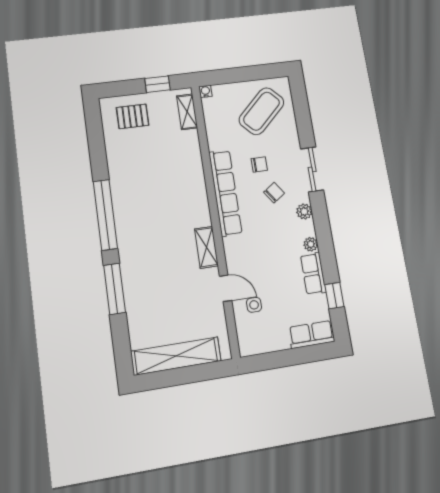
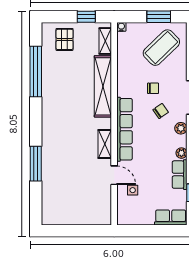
window: (252, 73) -> (159, 17), added
pallet: (133, 116) -> (65, 39), turned 90
row of seats: (225, 193) -> (124, 129), moved
window: (105, 215) -> (36, 71), moved
shelving: (176, 356) -> (103, 86), moved, turned 90

